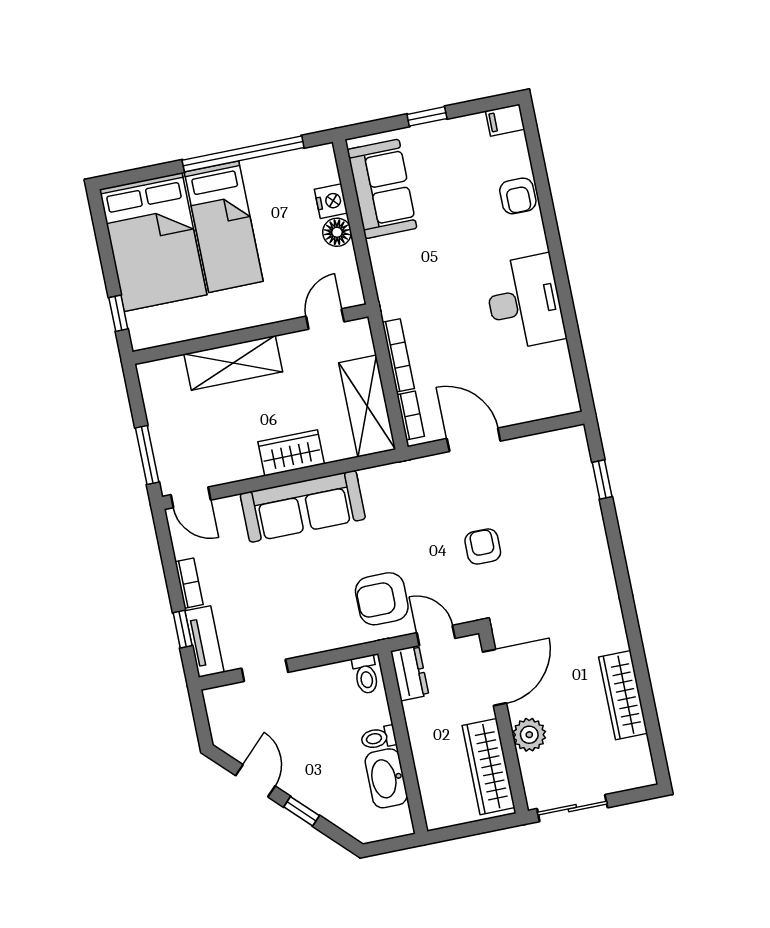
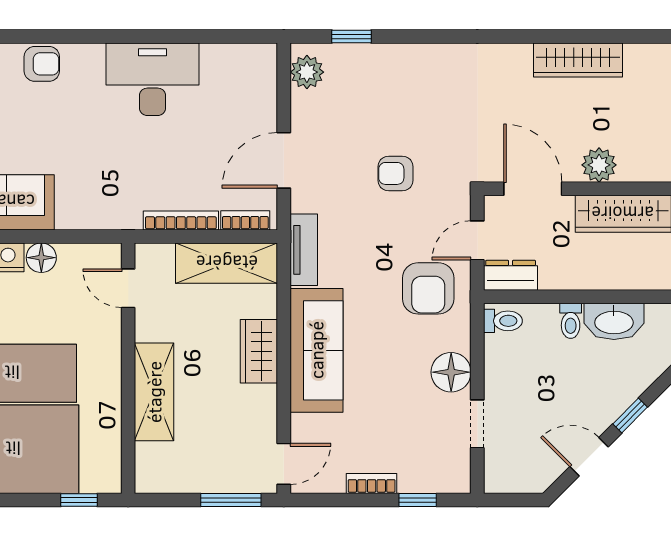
plant: (561, 445) -> (307, 72), added
floor lamp: (308, 636) -> (451, 372), added
tv unit: (205, 642) -> (304, 250), moved, turned 90

